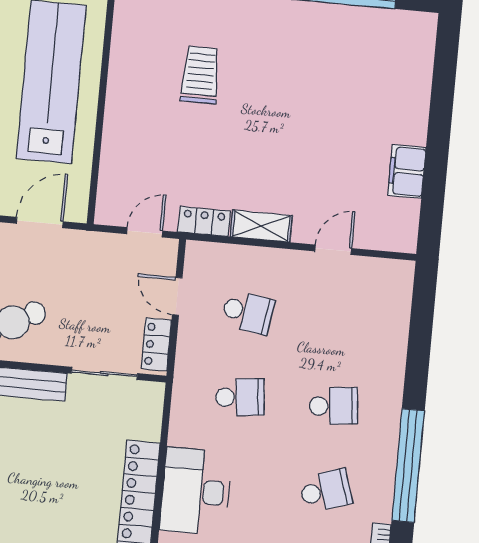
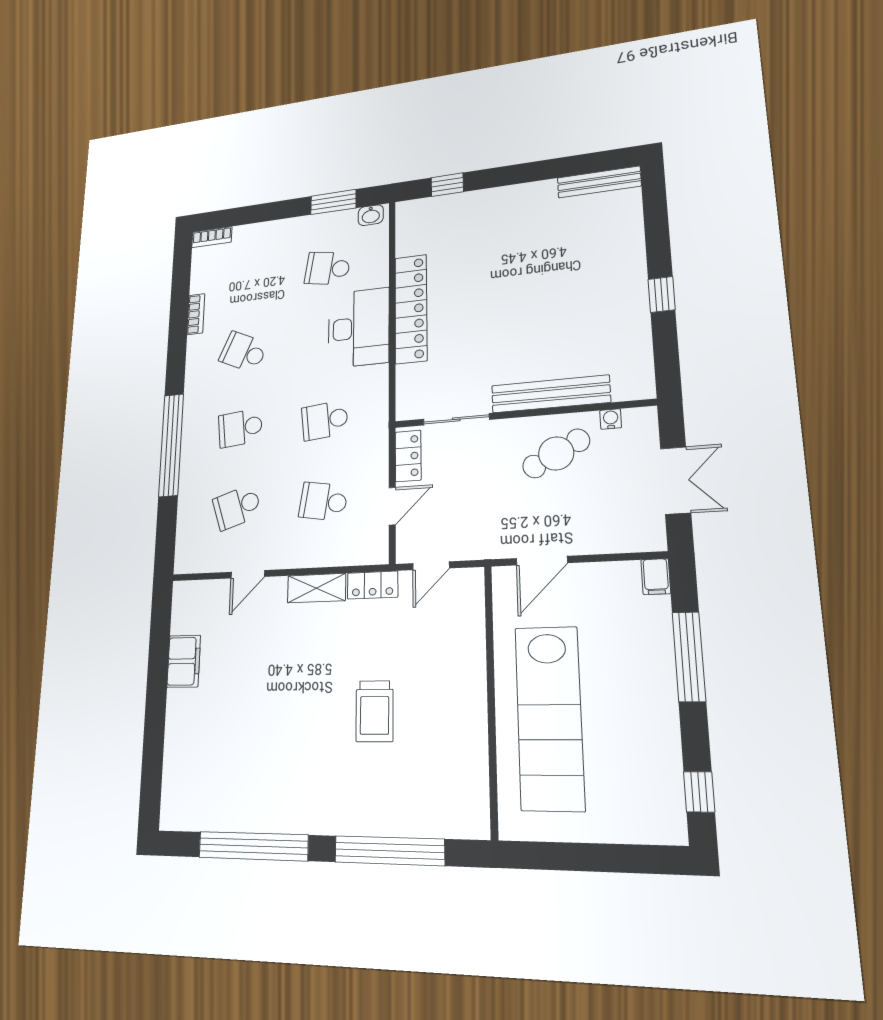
trolley: (200, 75) -> (375, 711), moved
door: (177, 296) -> (392, 506), hinge flipped
school desk: (341, 321) -> (237, 507), added
window: (408, 466) -> (171, 445), moved
school desk: (326, 491) -> (243, 352), turned 42

